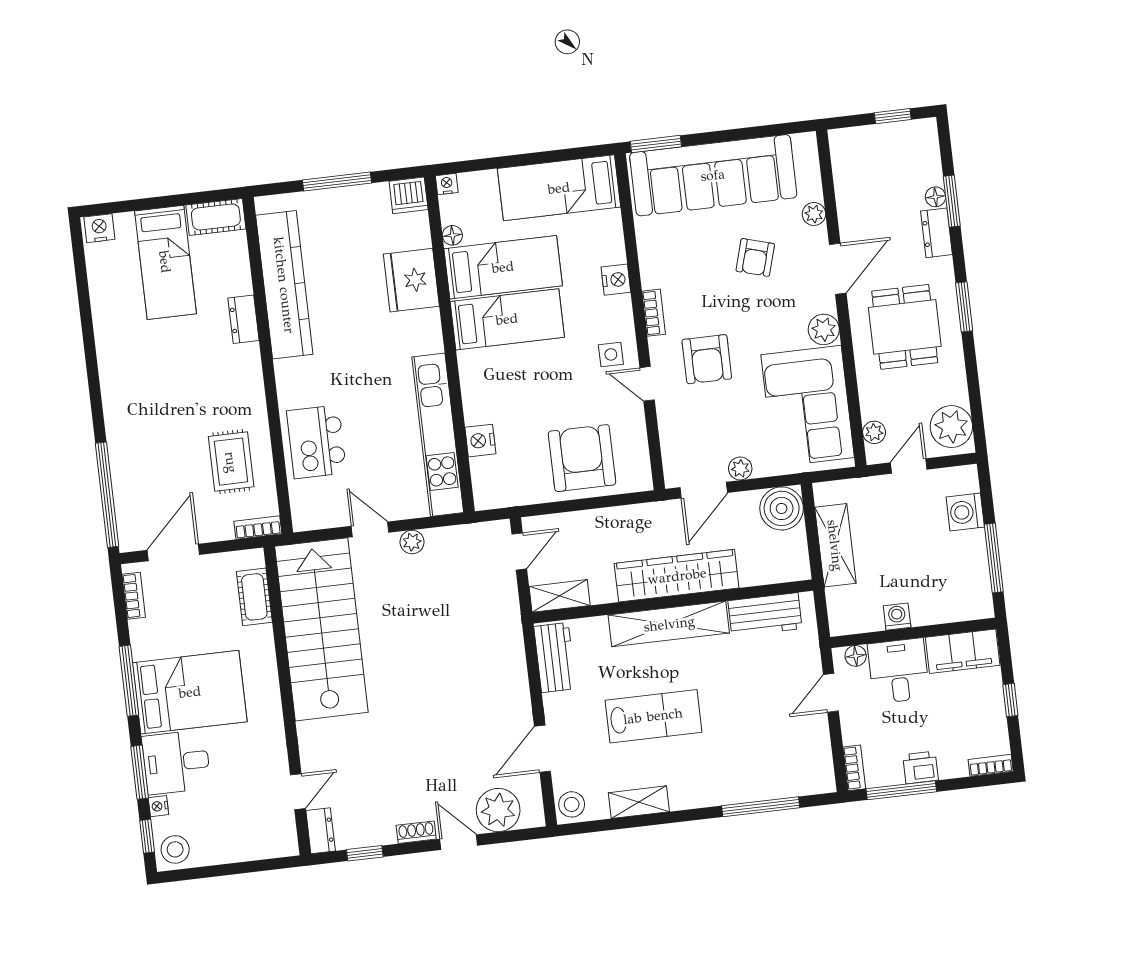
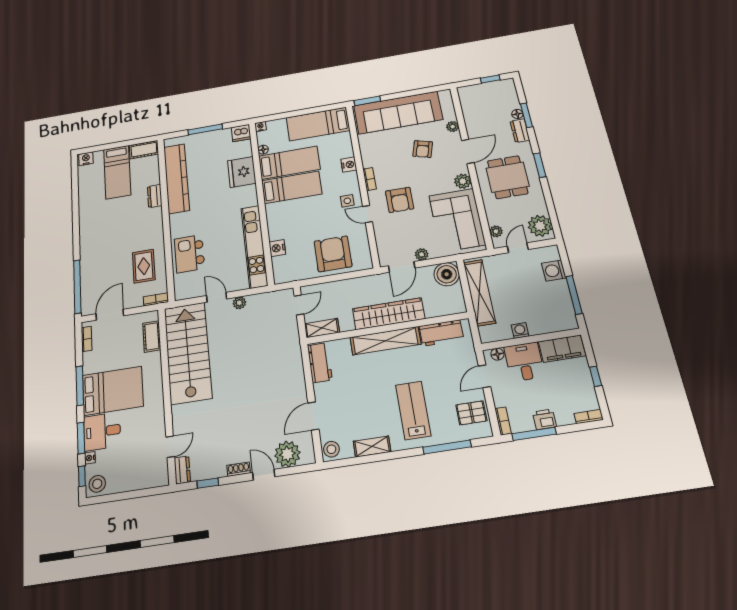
shelving: (835, 545) -> (479, 293), width x1.47
lab bench: (653, 716) -> (413, 410), moved, turned -90
pallet: (804, 753) -> (471, 413), added

